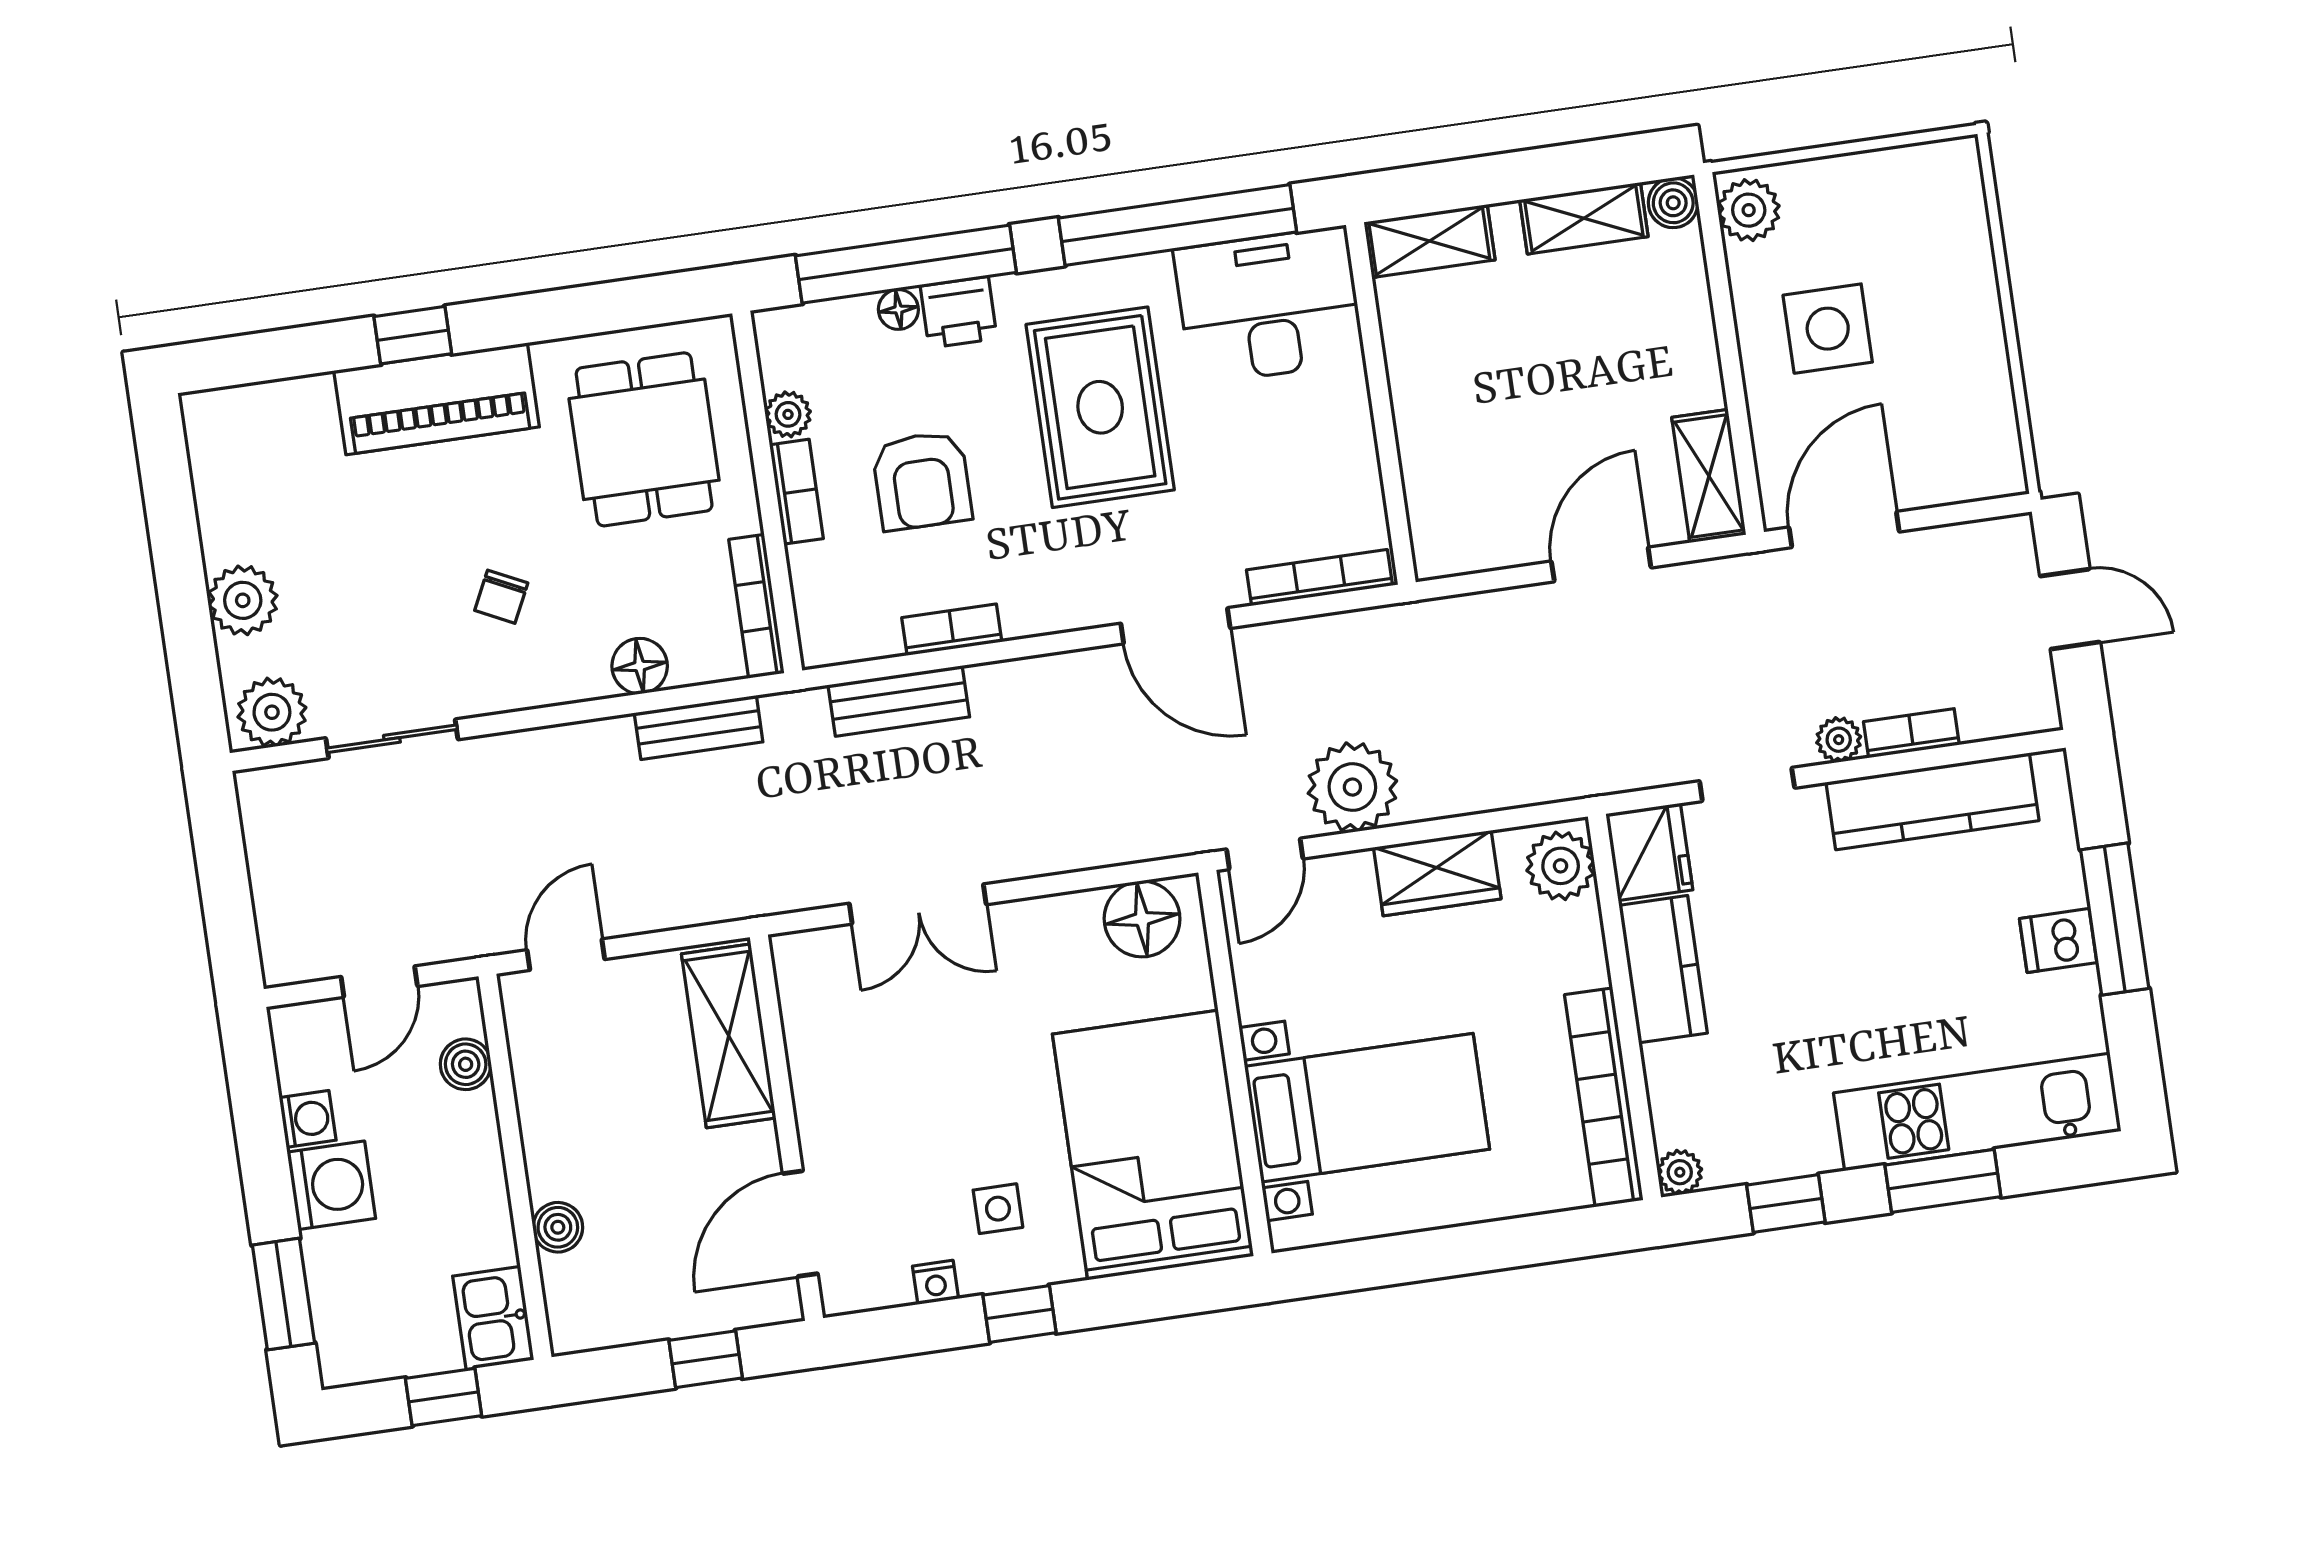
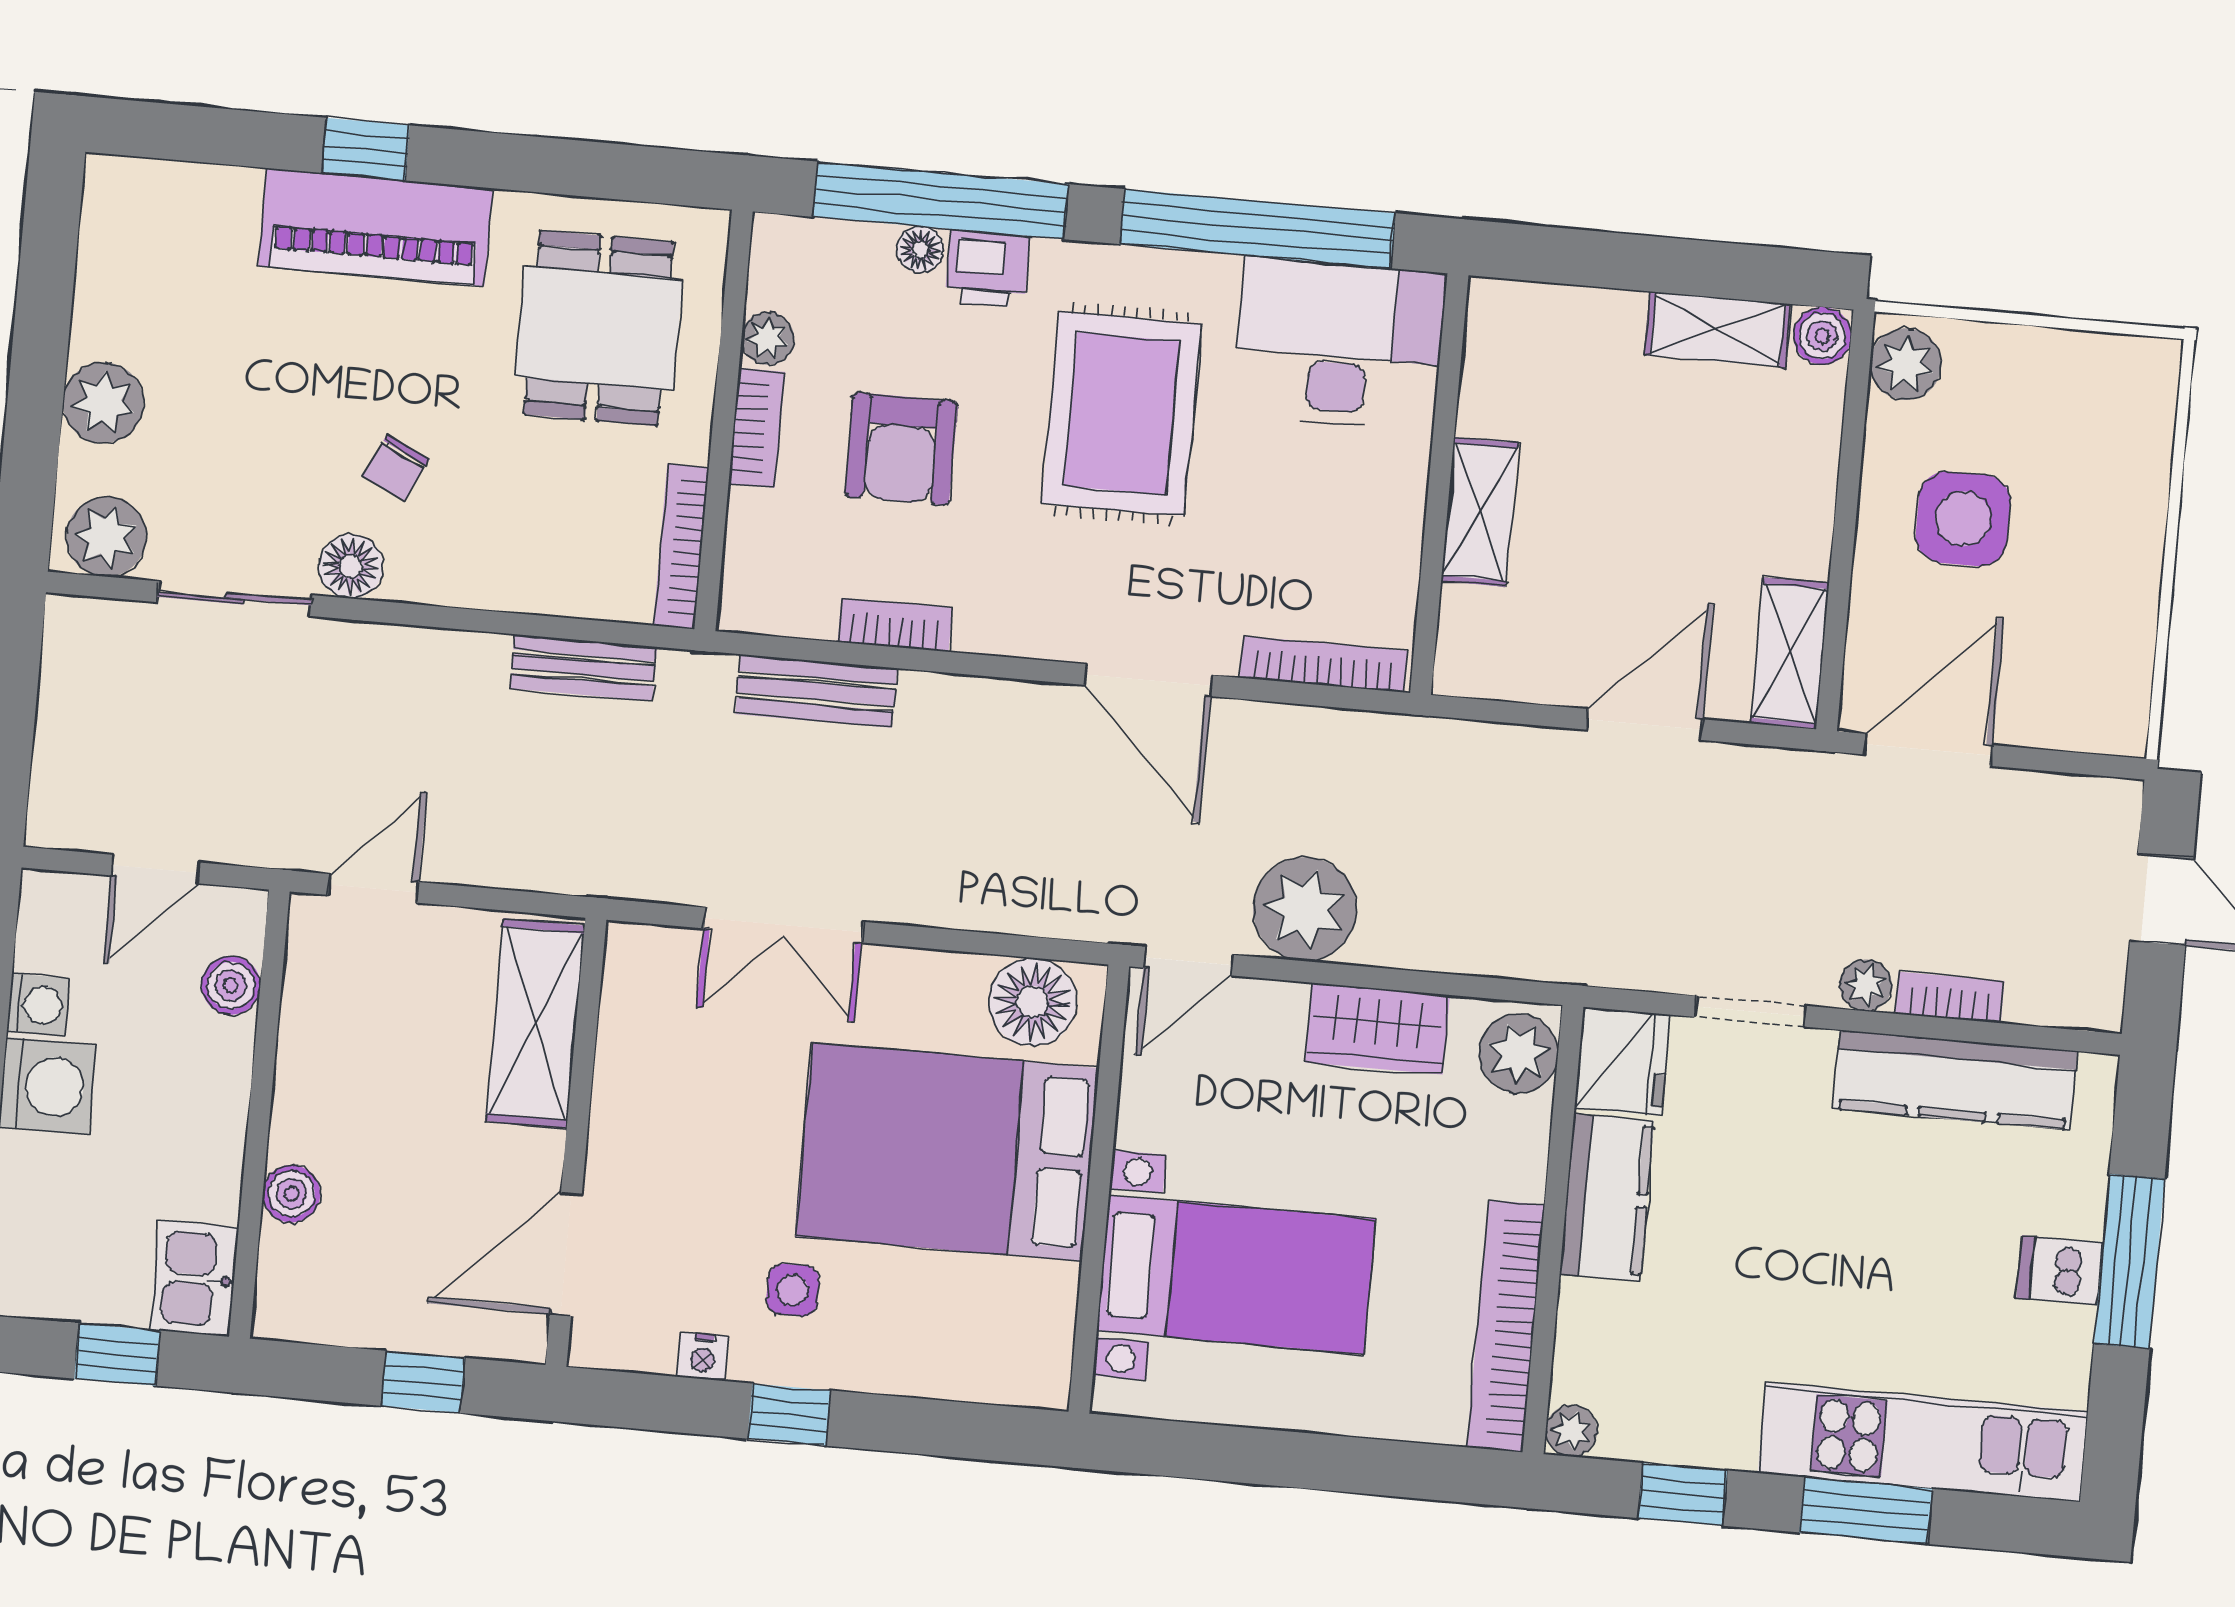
shelving: (1429, 241) -> (1480, 512), moved, turned 90
floor lamp: (640, 666) -> (351, 566), moved
bed: (1153, 1145) -> (947, 1152), moved, turned -90

